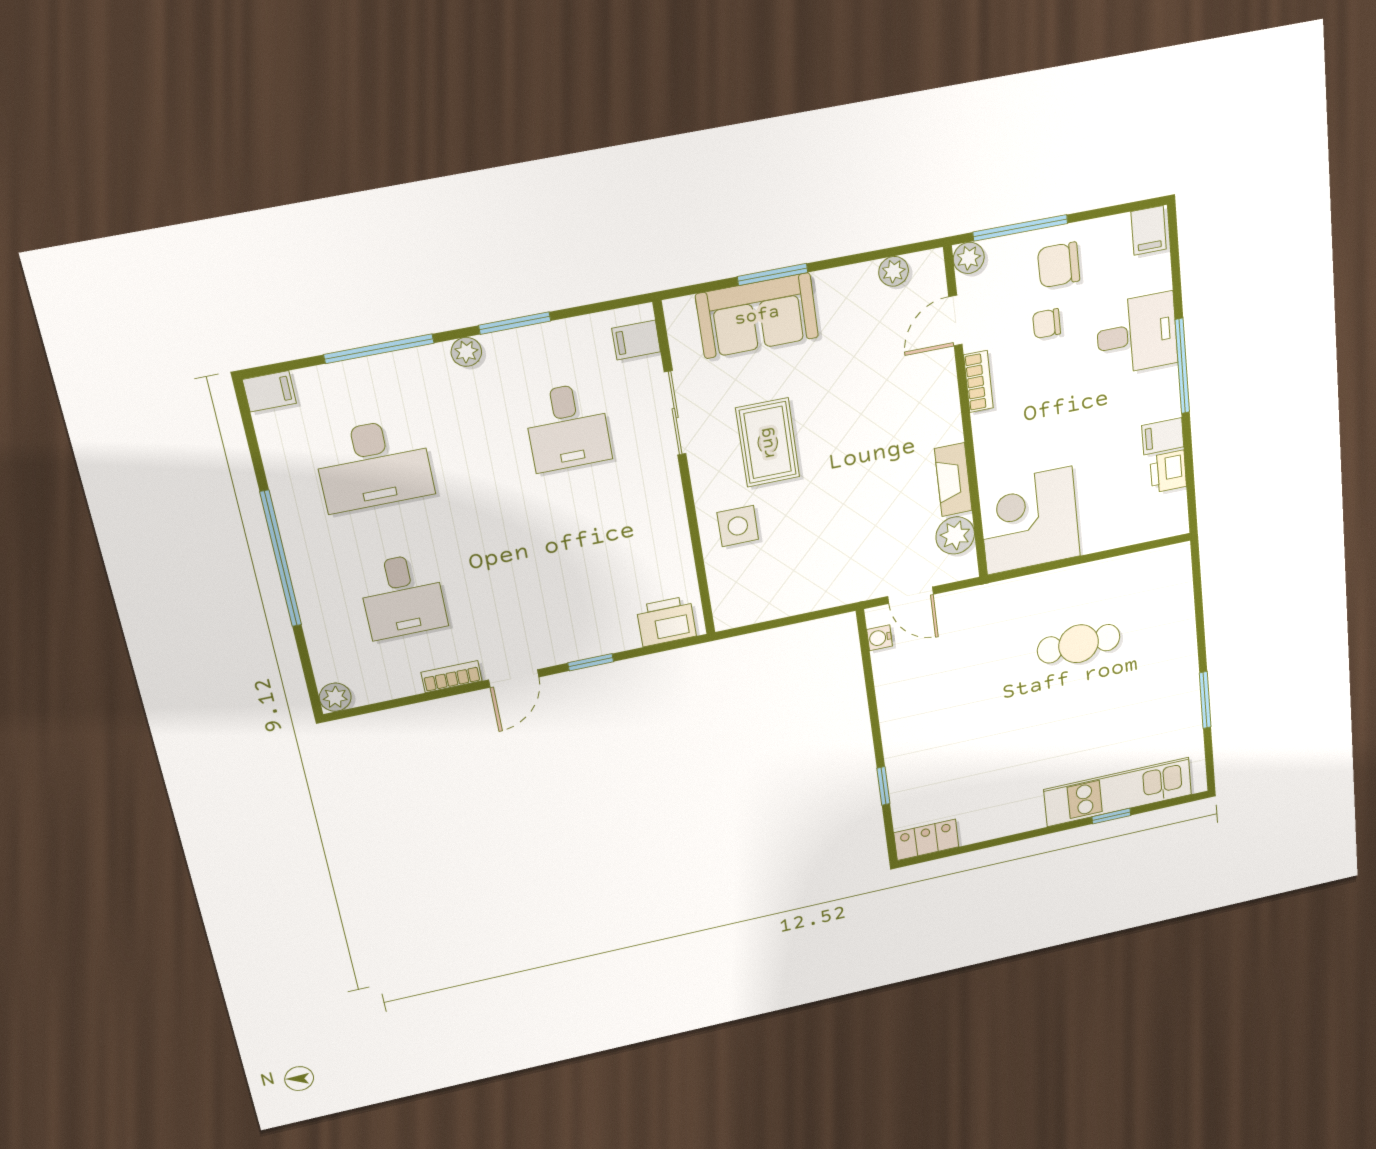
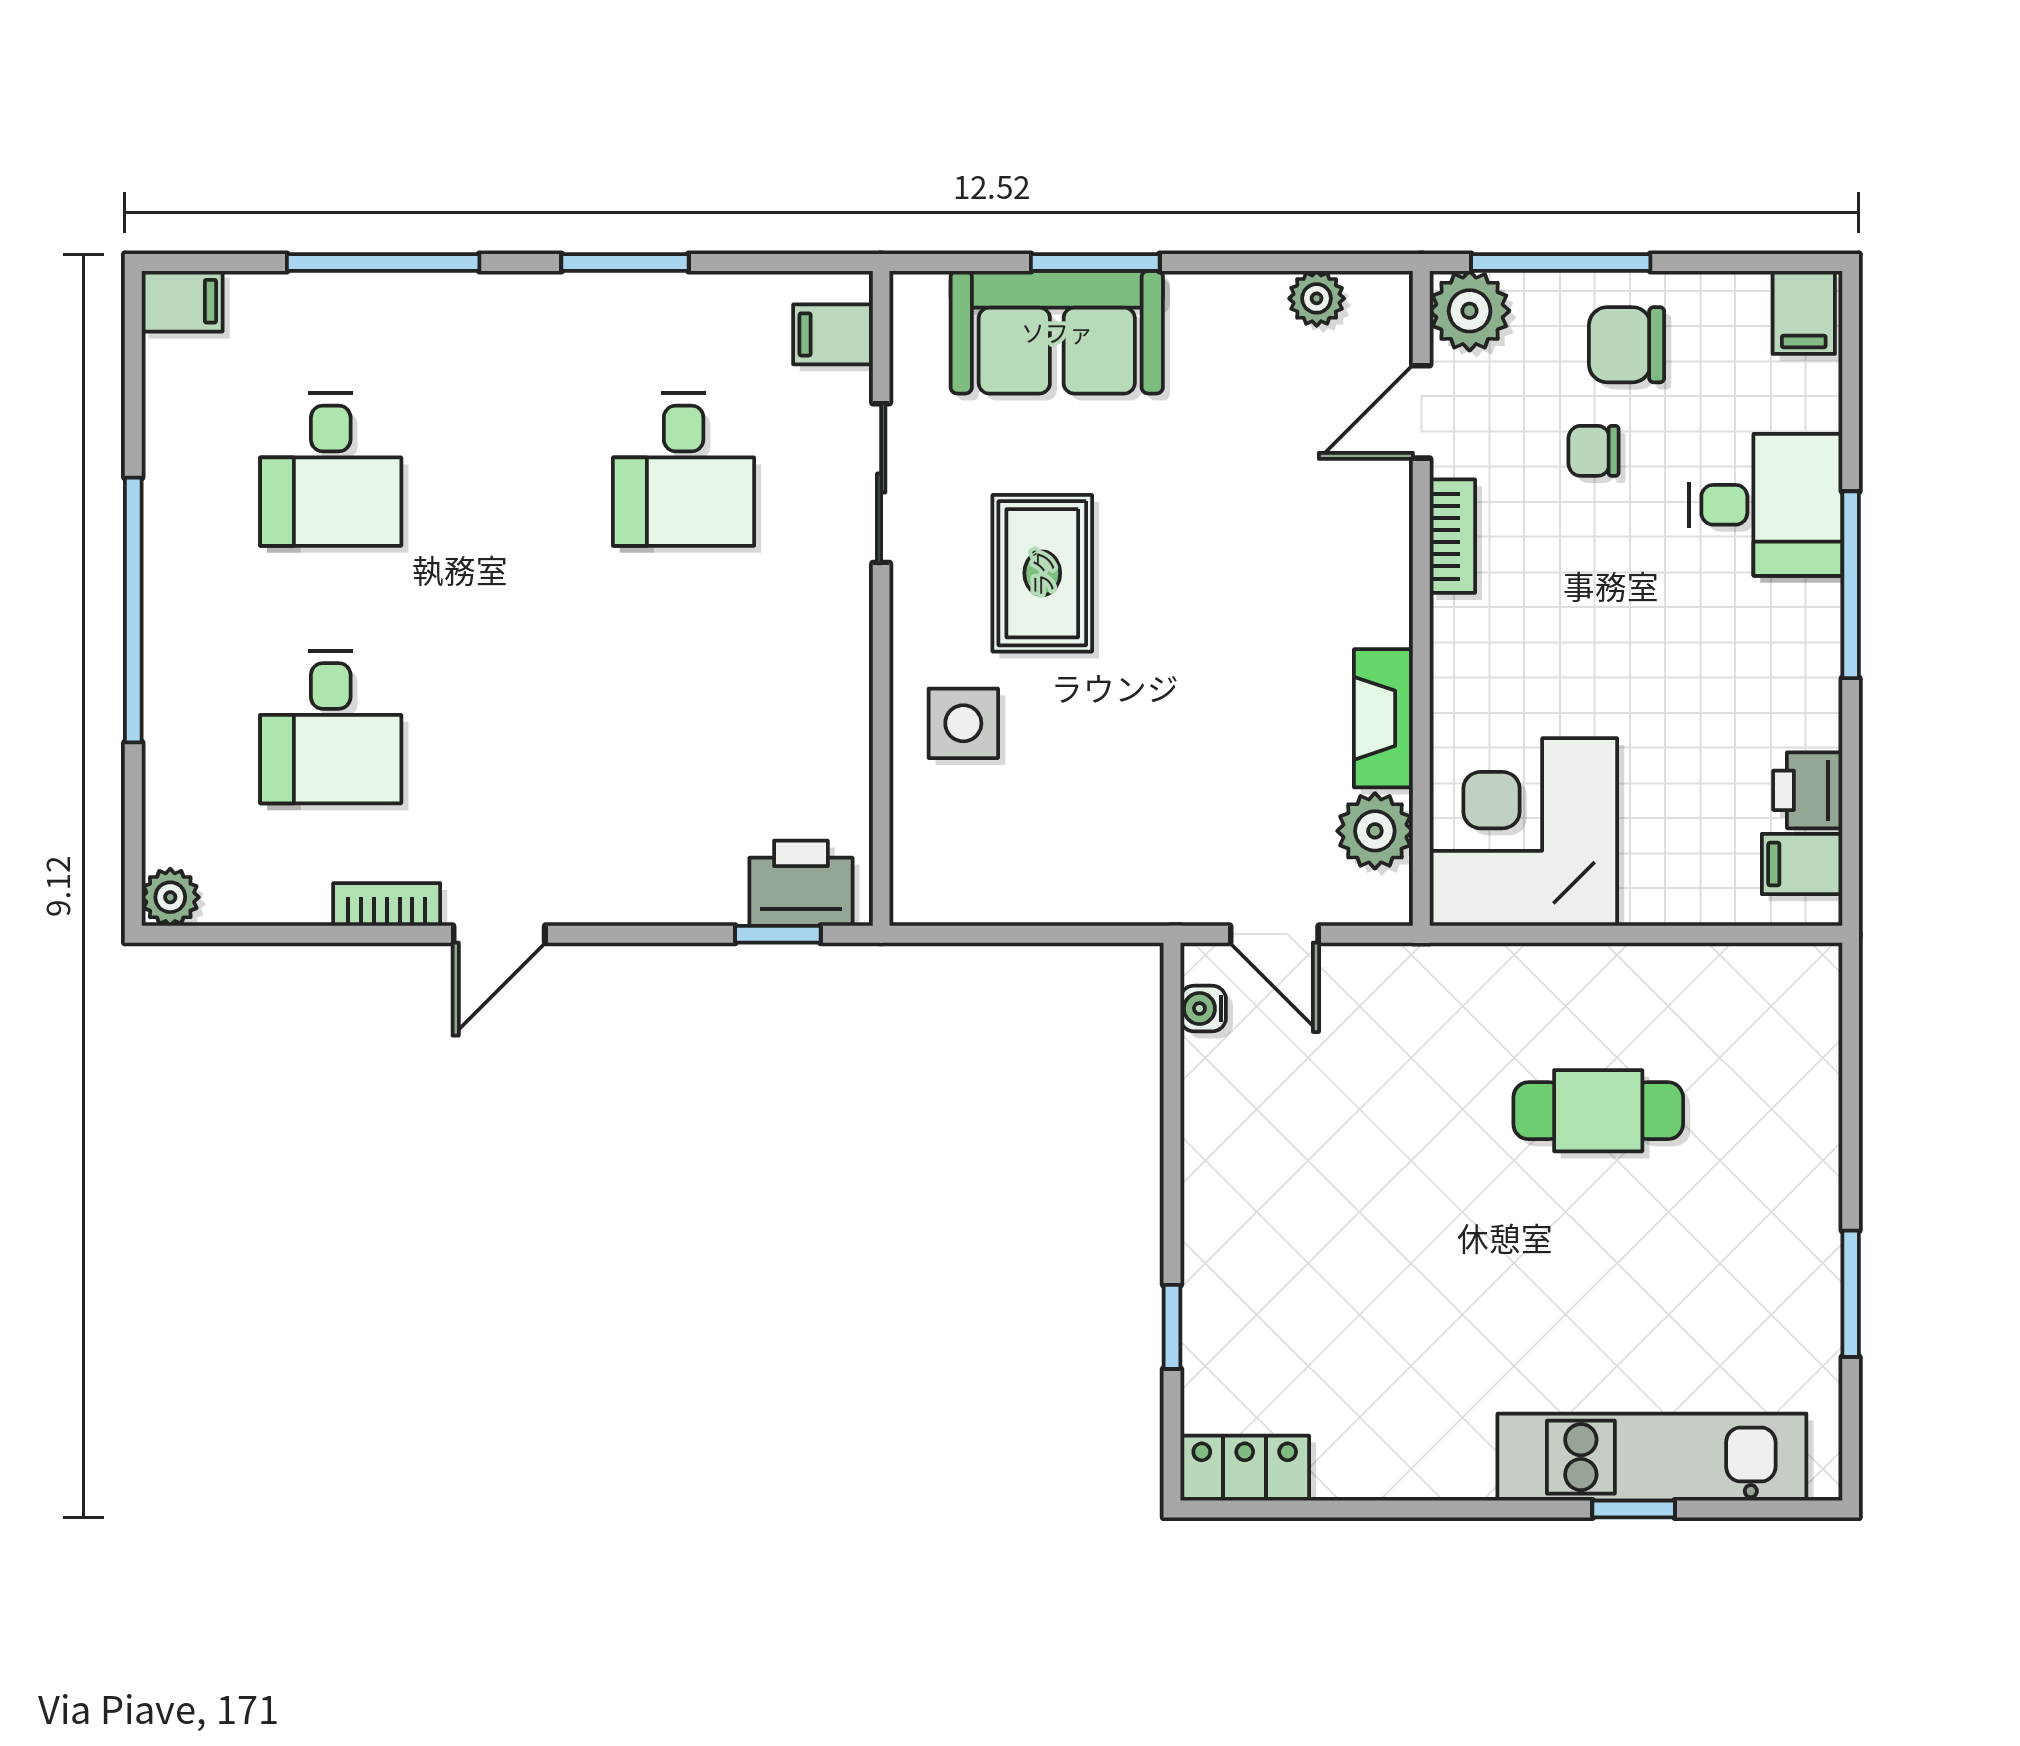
plant: (969, 258) -> (1470, 311), width x1.38, depth x1.38
plant: (466, 352) -> (532, 297), removed
filing cabinet: (1163, 436) -> (1802, 864), moved
desk: (374, 465) -> (331, 470), width x0.73
window: (591, 662) -> (778, 934), moved

